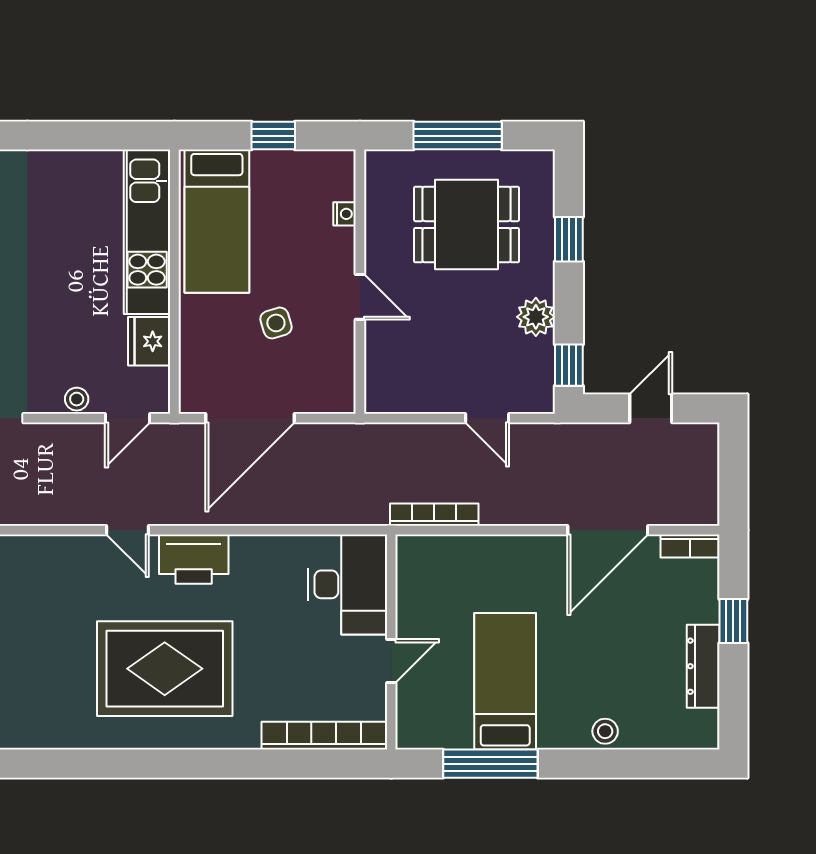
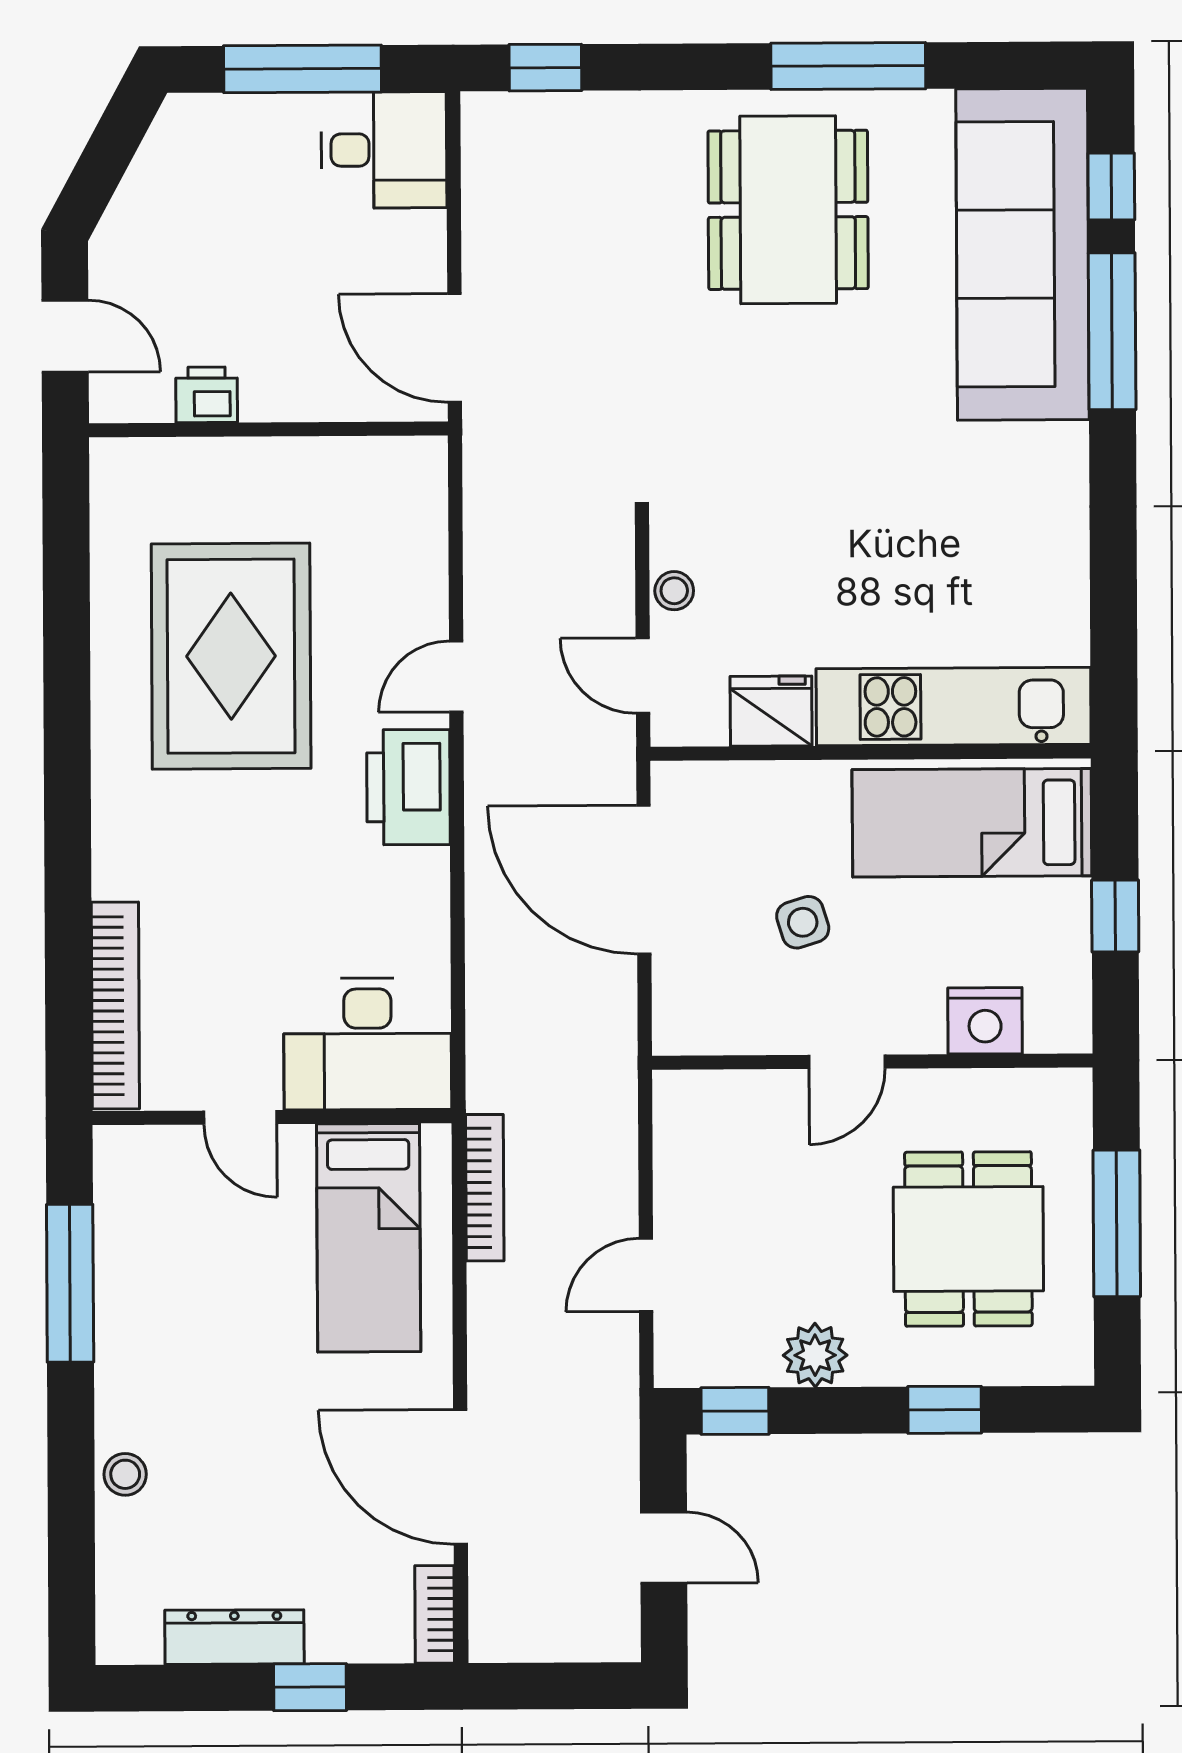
nightstand: (345, 214) -> (985, 1021), width x1.89, depth x1.79
rug: (165, 669) -> (231, 656), moved
bed: (505, 681) -> (369, 1238), moved, turned 90

